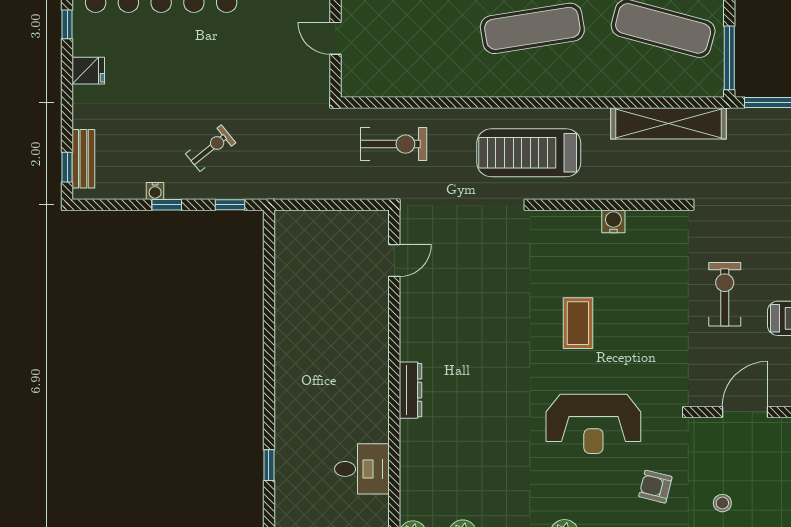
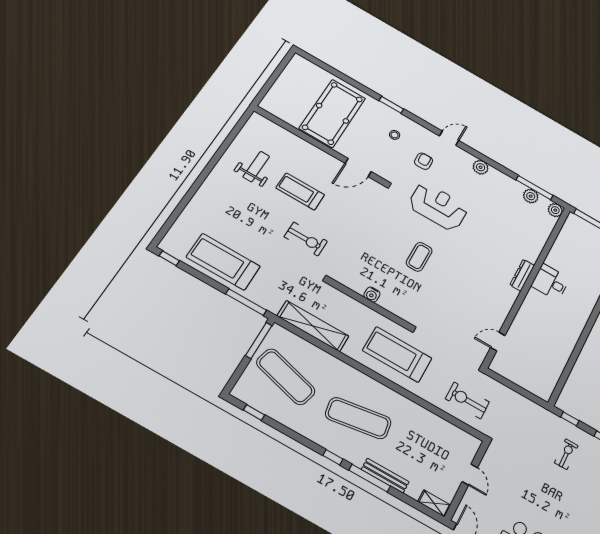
exercise bike: (211, 148) -> (566, 454), turned 129
treadmill: (529, 153) -> (397, 354), turned 180
exercise bike: (725, 294) -> (306, 239), moved, turned -90
desk: (362, 469) -> (550, 282), moved
armchair: (655, 487) -> (424, 161), turned -106

